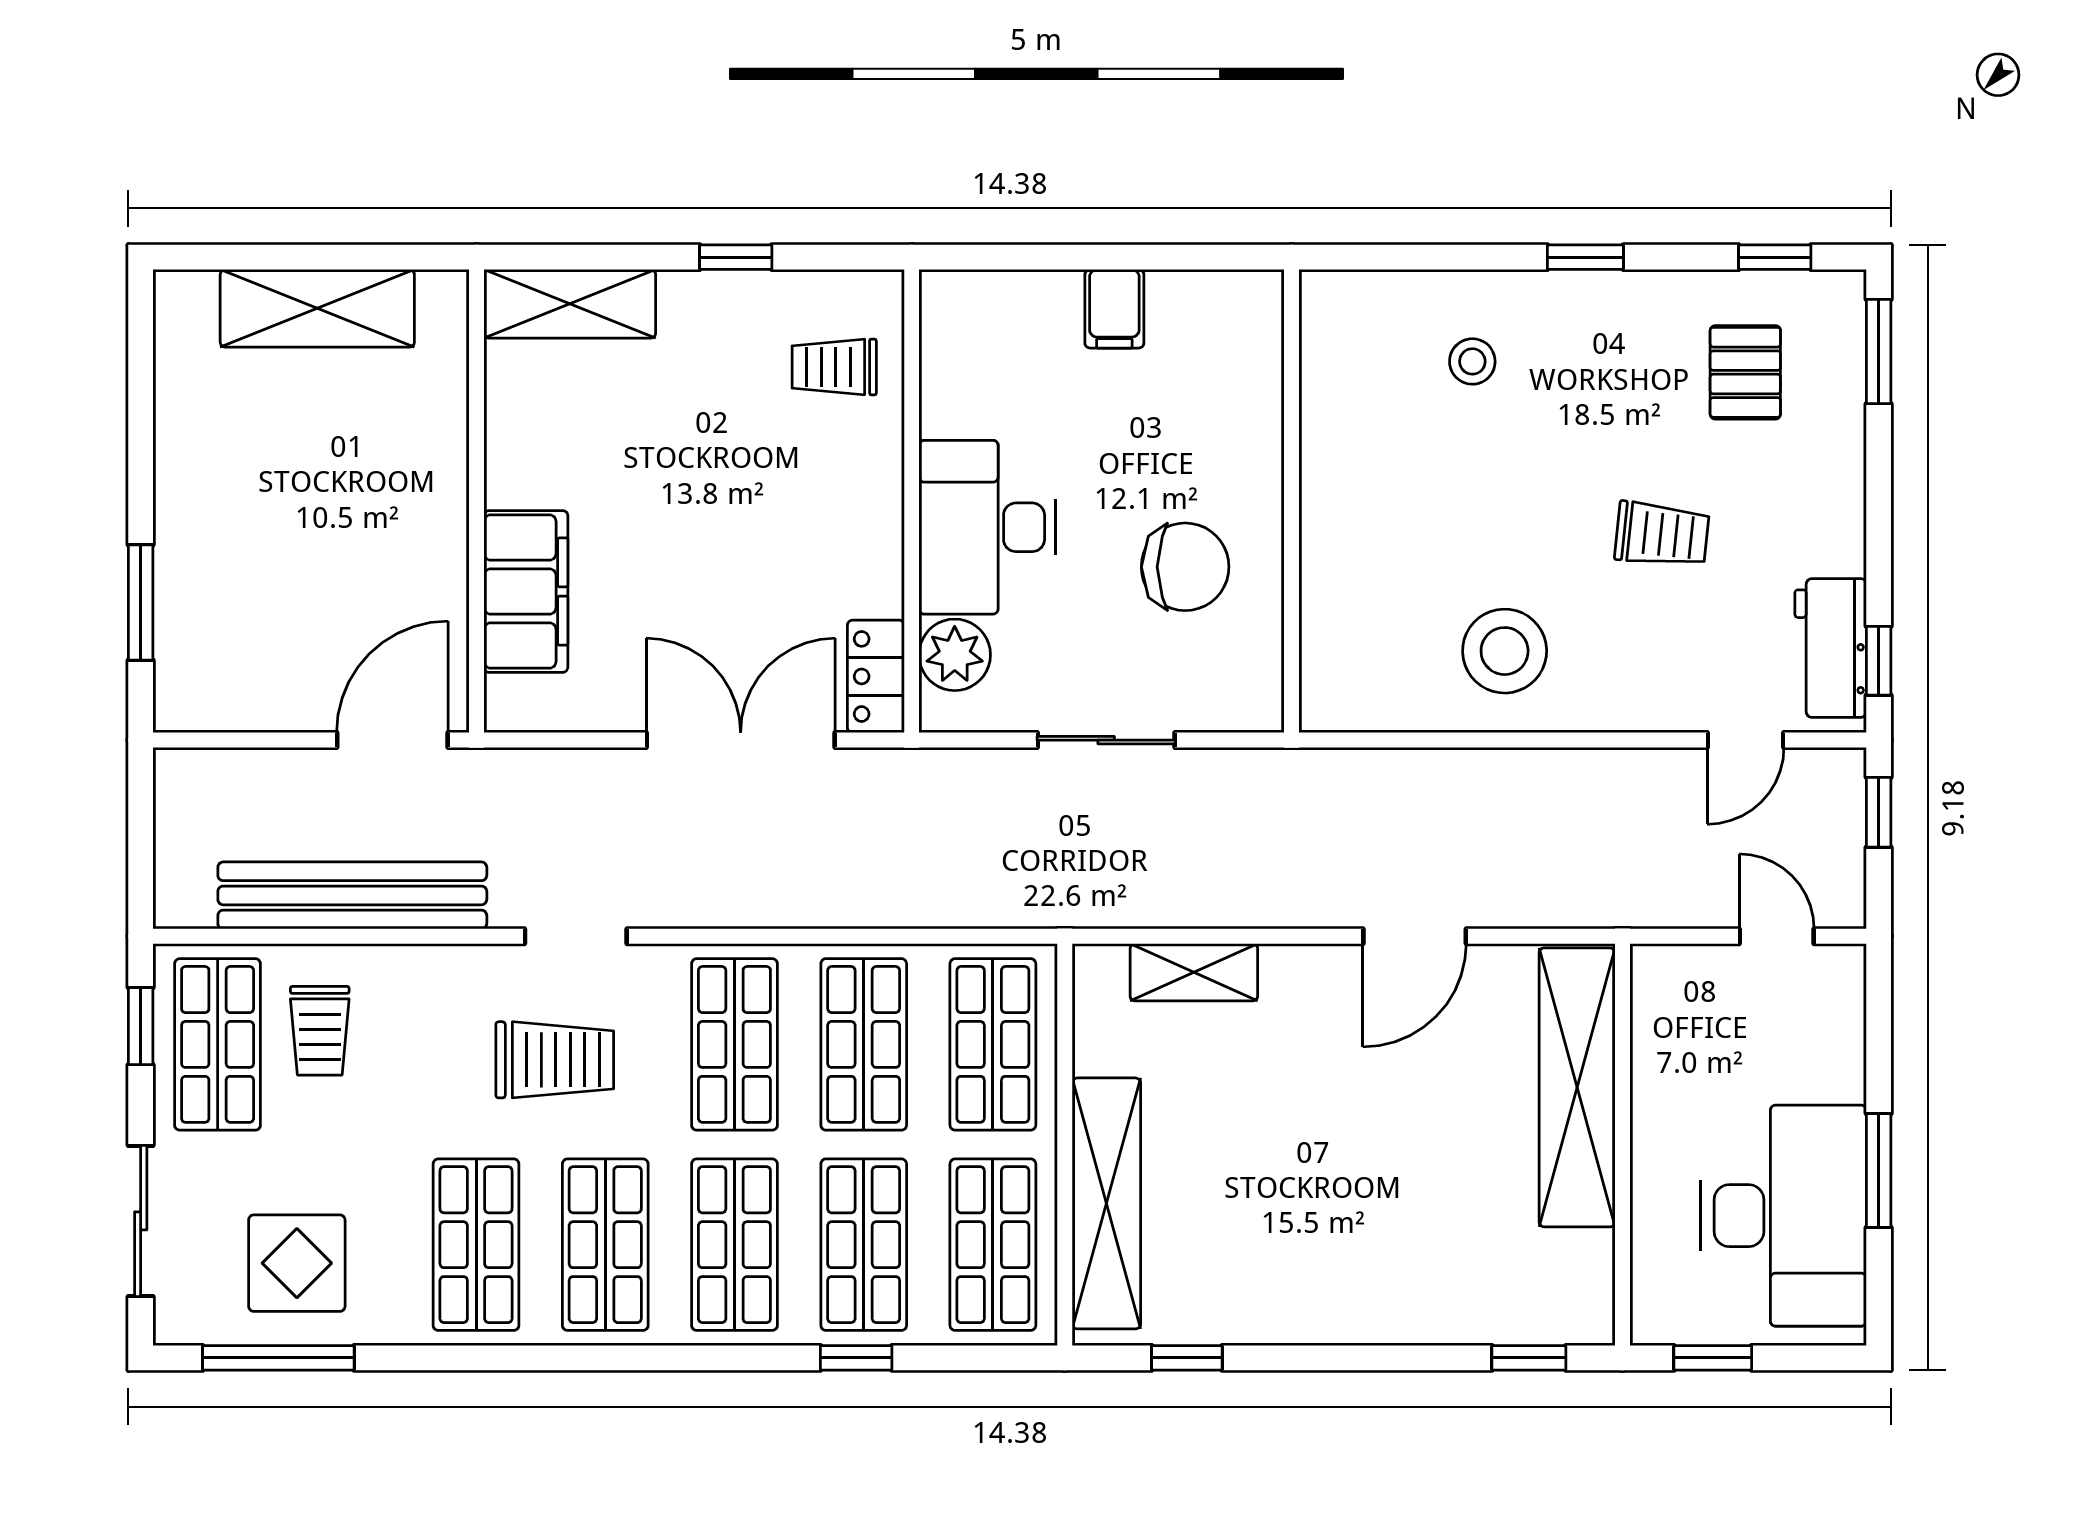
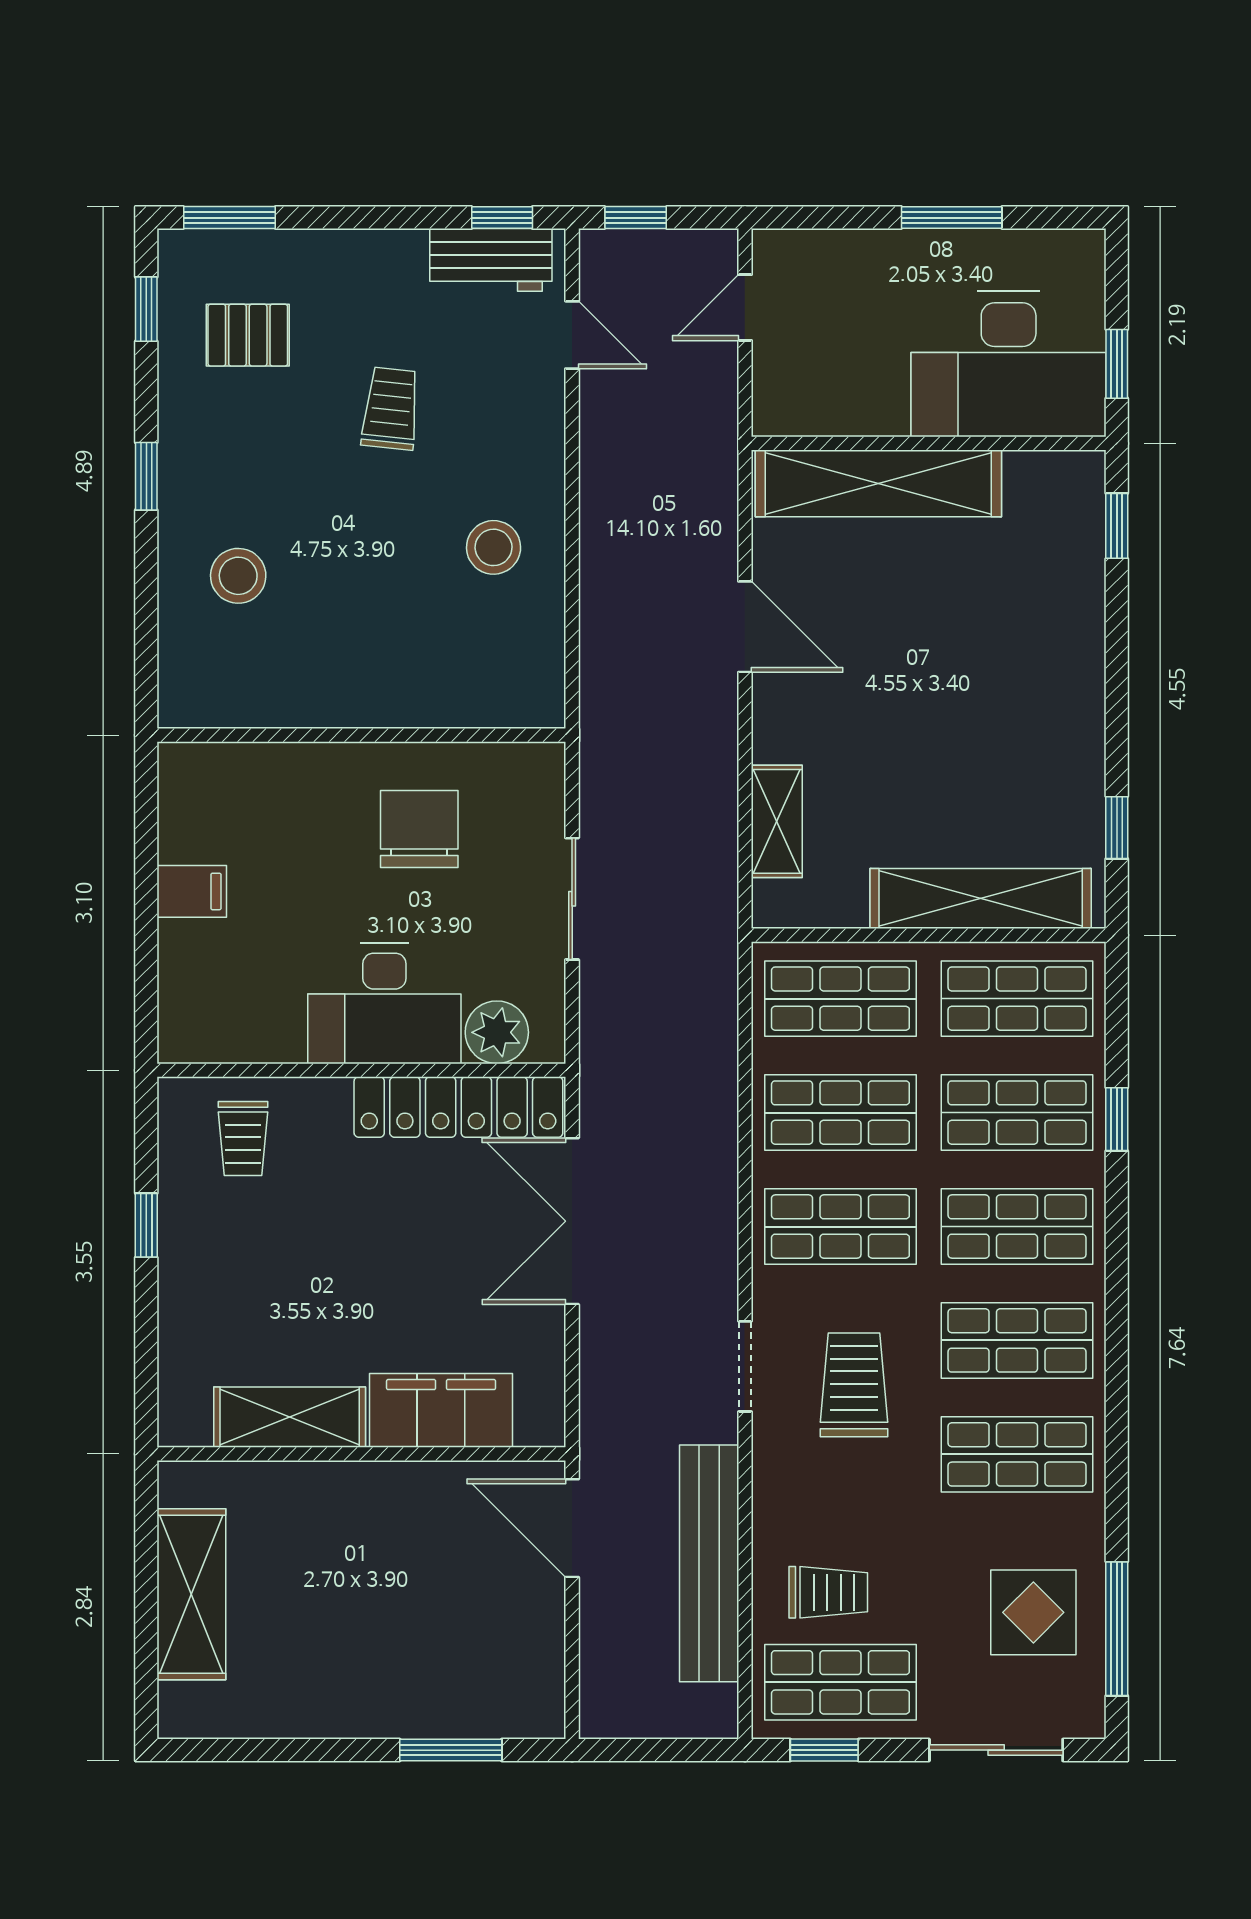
shelving: (570, 304) -> (290, 1417), moved, turned 90
stool: (1472, 361) -> (238, 576), width x1.37, depth x1.37
stool: (1505, 651) -> (494, 547), width x0.73, depth x0.73
locker: (876, 676) -> (458, 1107), width x2.16, depth x1.21
desk: (1784, 1216) -> (1009, 364), moved, turned 180

